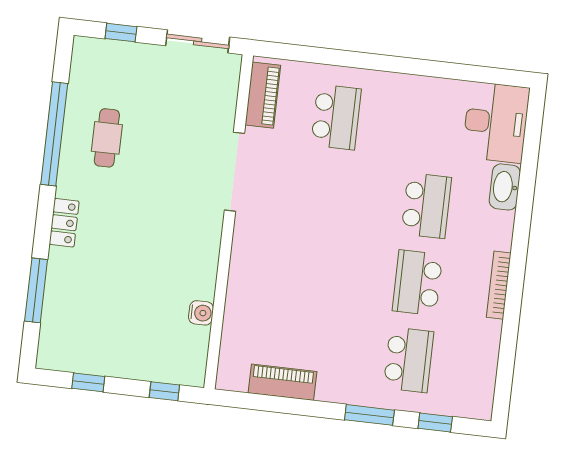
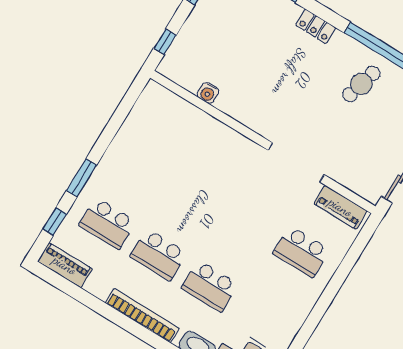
cafe table: (107, 138) -> (361, 84), turned -74
school desk: (417, 283) -> (159, 255), turned 180
bookcase: (499, 285) -> (142, 316), width x1.48, depth x1.31
piano: (283, 382) -> (65, 265), moved, turned -90

